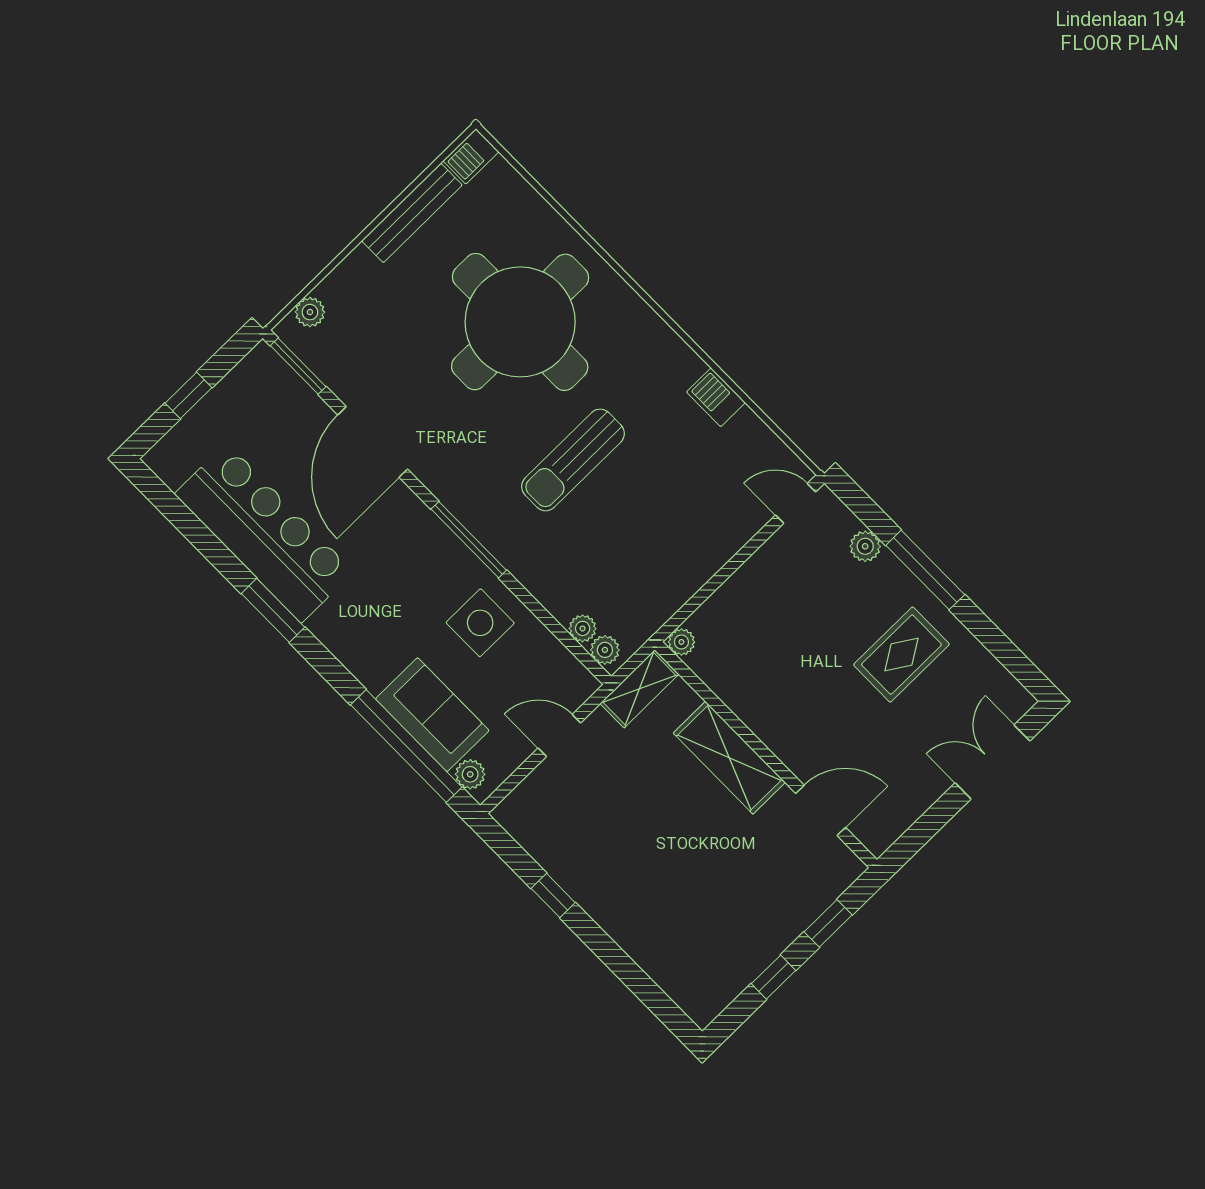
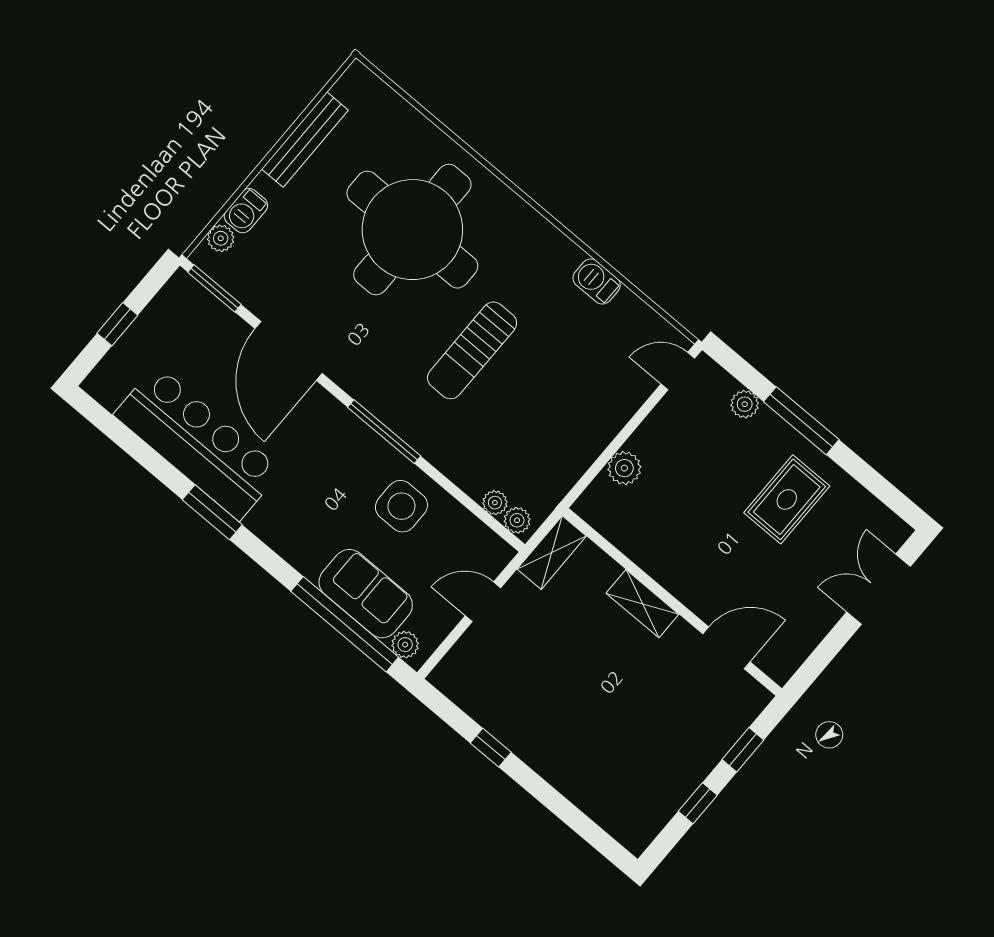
barbecue: (471, 156) -> (246, 211), moved
plant: (681, 642) -> (624, 468), moved, width x1.38, depth x1.38
shelving: (729, 758) -> (642, 604), width x0.67, depth x0.75

